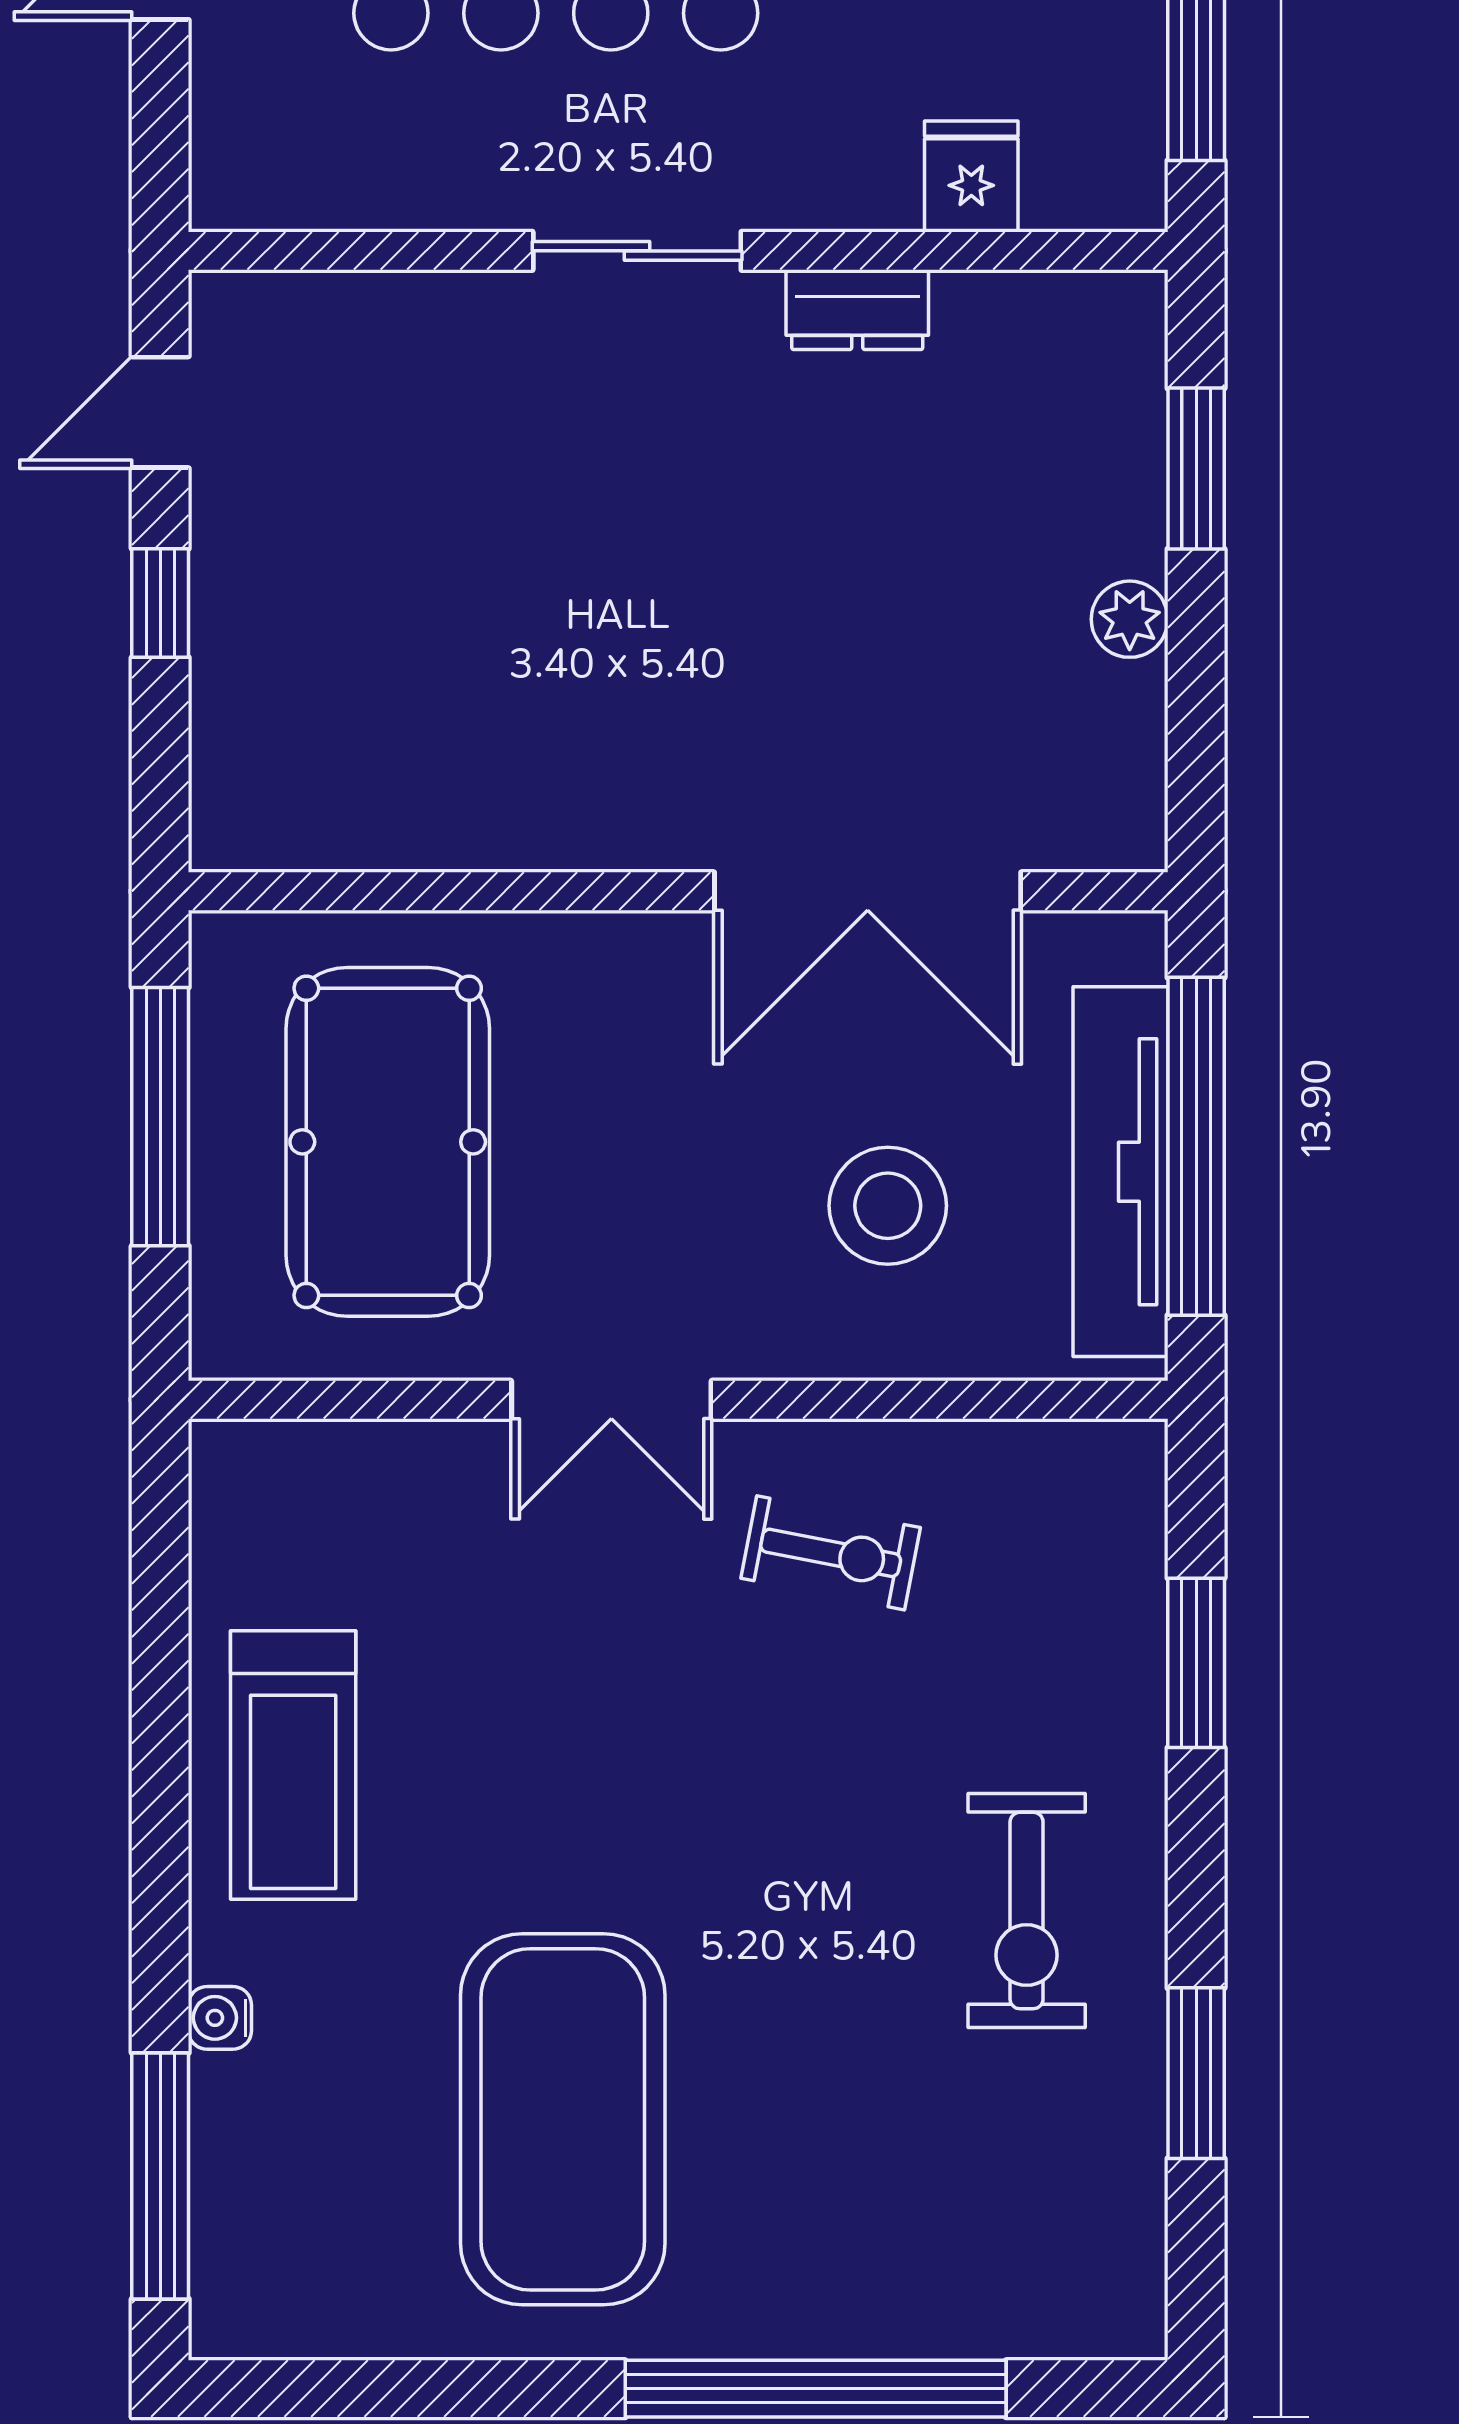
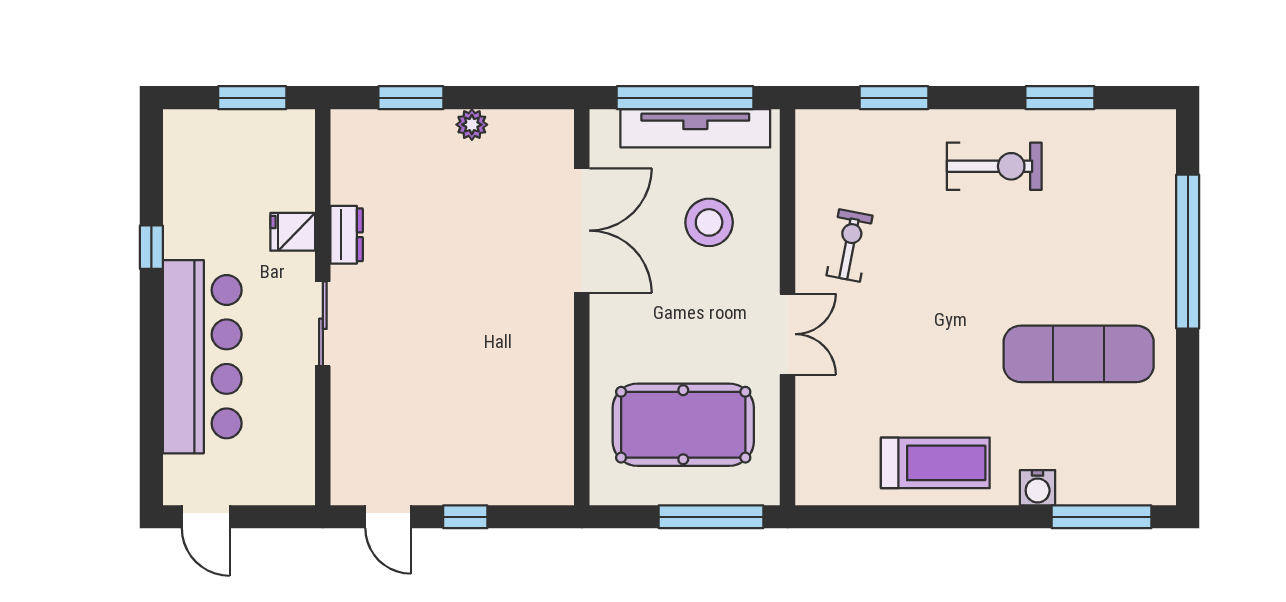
fridge: (971, 176) -> (293, 232), moved
window: (160, 1117) -> (711, 517), moved
water cooler: (220, 2018) -> (1038, 488), width x1.38, depth x1.38
exercise mat: (563, 2119) -> (1079, 354), width x0.68

